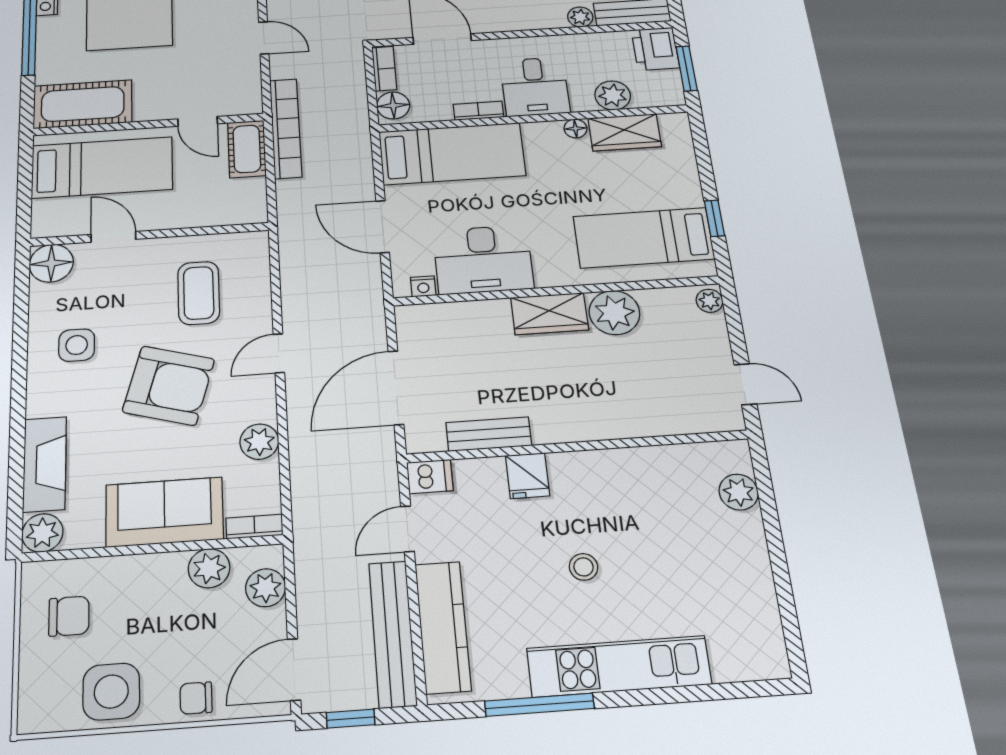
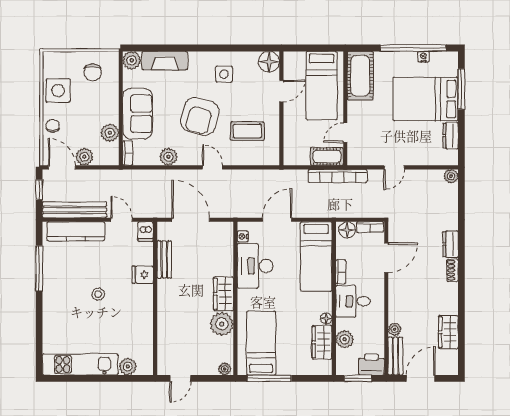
window: (715, 218) -> (269, 378), width x2.17
plant: (266, 588) -> (84, 157), moved
kitchen unit: (619, 666) -> (80, 364), moved, turned -90

